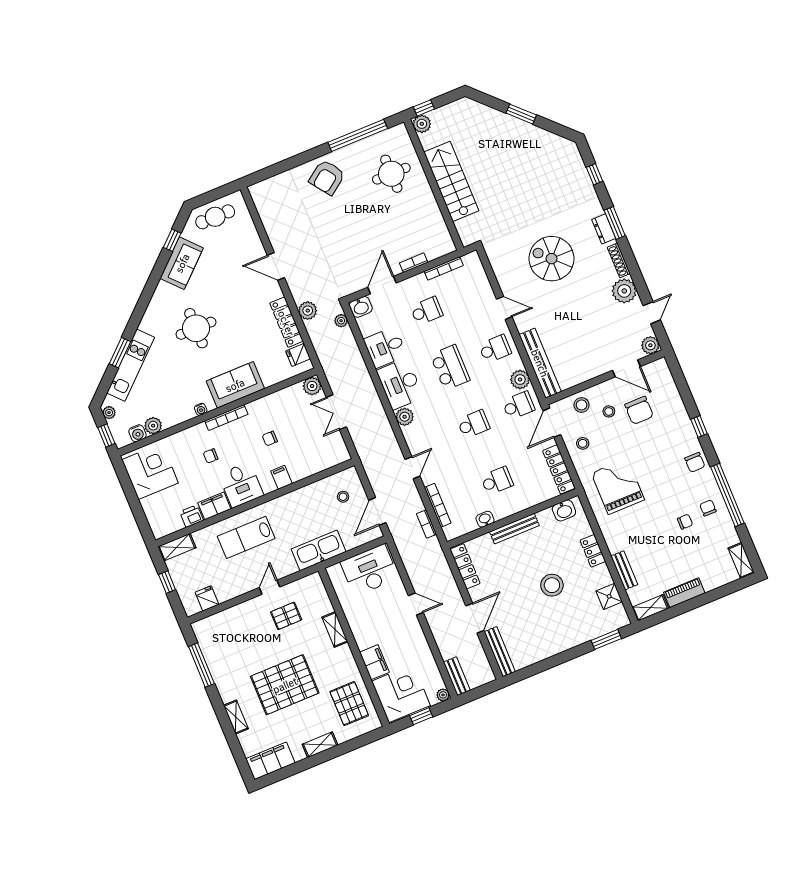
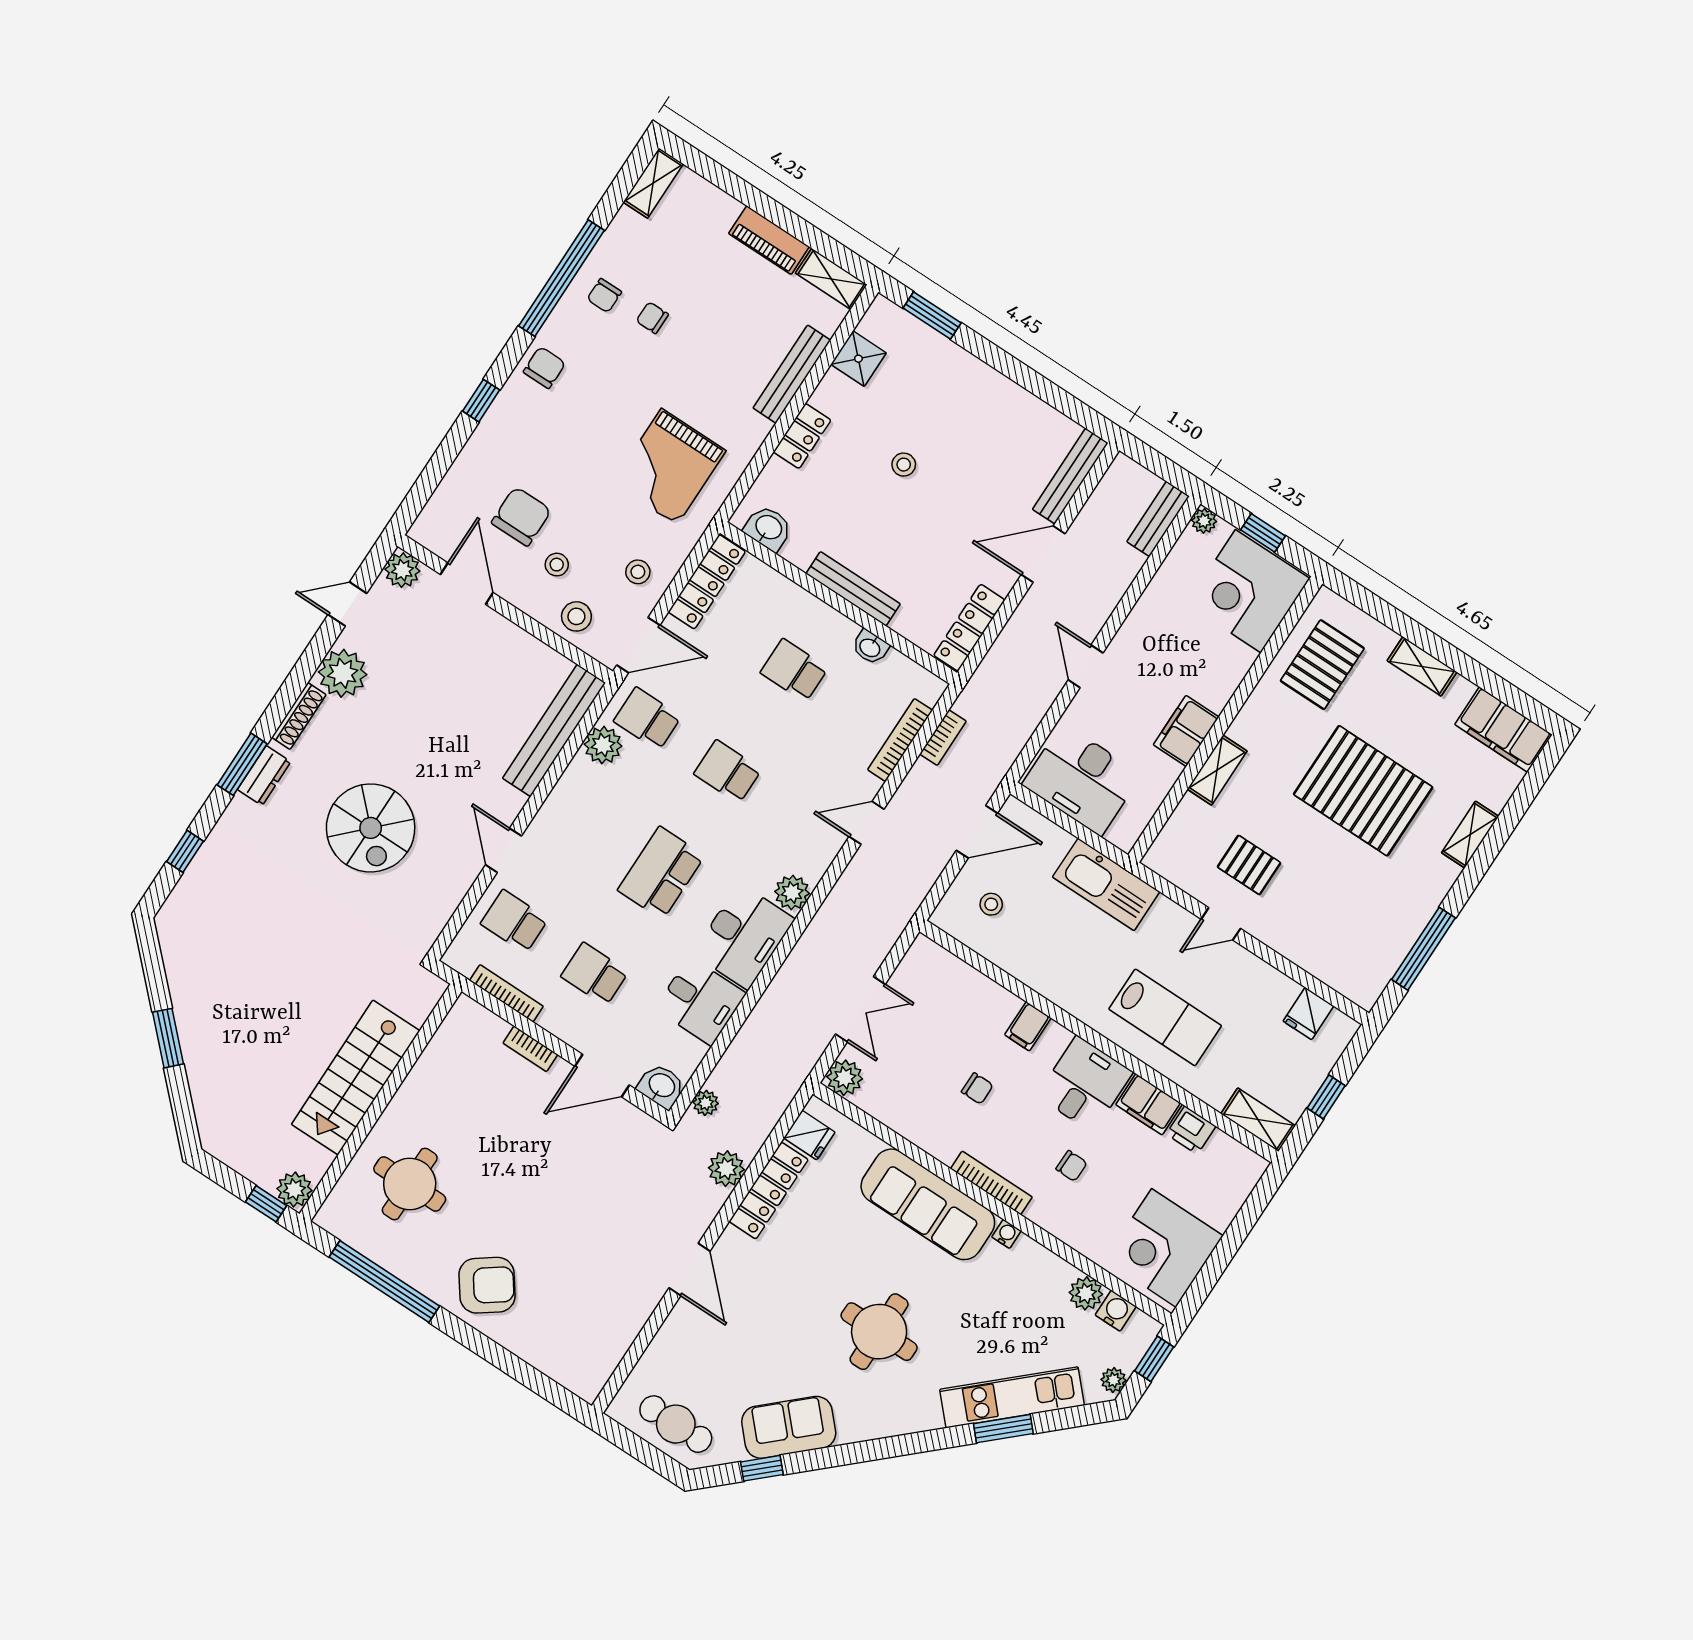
school desk: (495, 349) -> (514, 921), moved
sofa: (235, 385) -> (928, 1204), width x1.36
bench: (624, 570) -> (792, 374), width x1.36
stool: (552, 585) -> (904, 465), width x0.53, depth x0.53
filing cabinet: (374, 662) -> (1186, 731), moved

